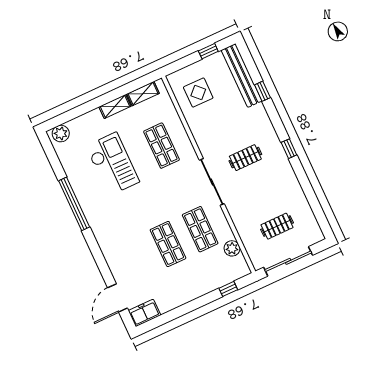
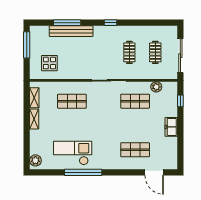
window: (208, 51) -> (27, 45), width x2.17
bench: (242, 76) -> (71, 31), moved
window: (262, 91) -> (67, 23), width x2.17
clothes rail: (245, 158) -> (129, 52), moved
checkout: (113, 164) -> (73, 153), moved
shop shelf: (168, 244) -> (135, 150), moved
freezer: (144, 313) -> (171, 127), moved

